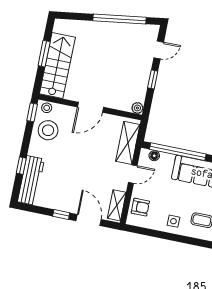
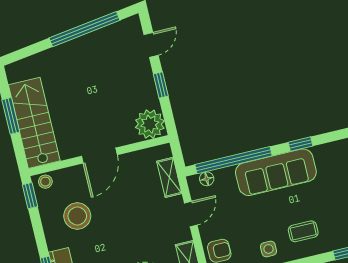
plant: (137, 108) -> (150, 124), width x1.87, depth x1.87
stool: (48, 130) -> (77, 216), moved
shelving: (128, 143) -> (169, 177), width x0.67, depth x0.75

